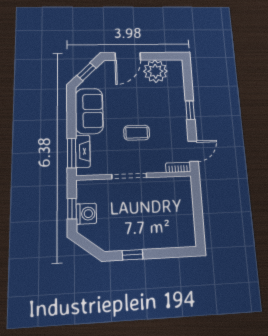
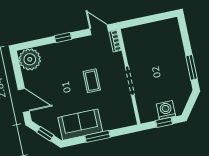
plant: (155, 71) -> (30, 59), moved
fireplace: (83, 151) -> (116, 123), removed
window: (72, 153) -> (97, 136), moved
window: (133, 255) -> (191, 67), width x1.50

